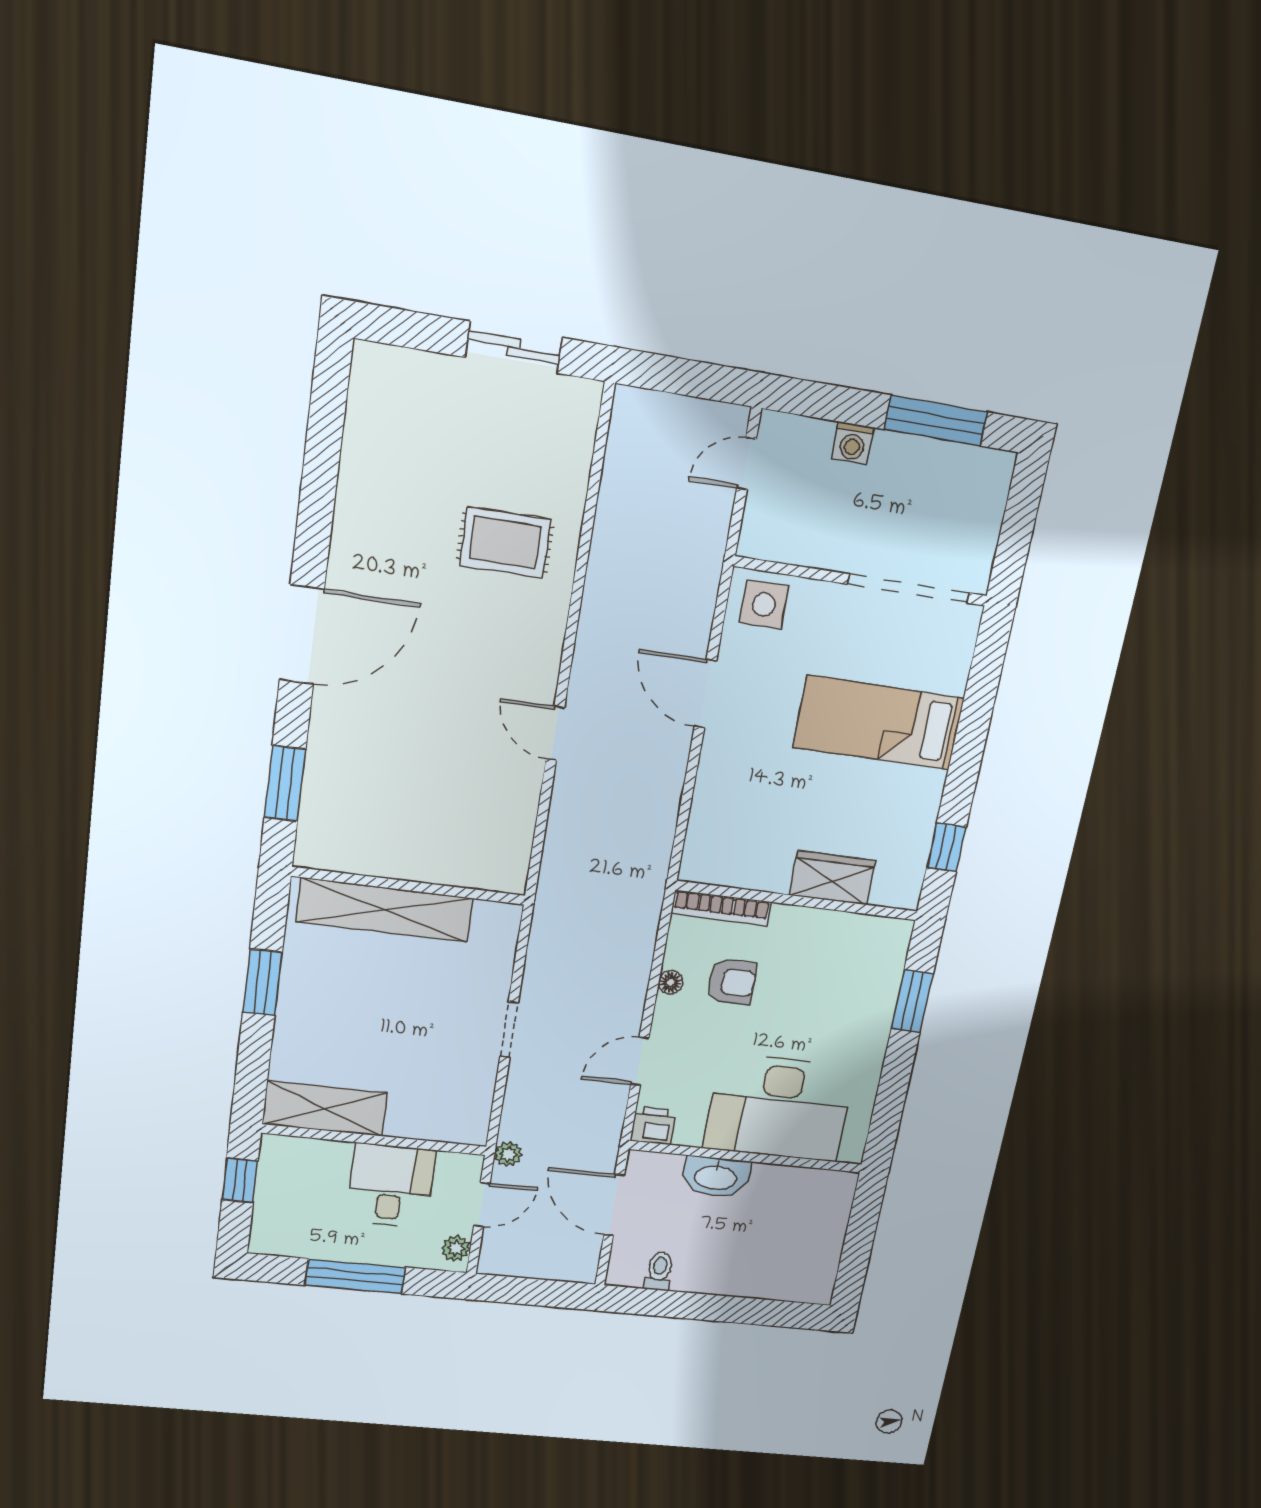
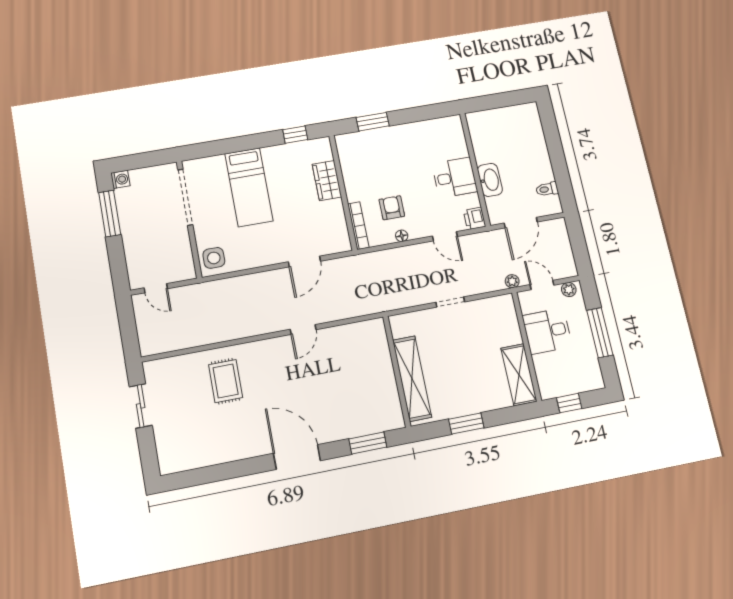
washing machine: (853, 443) -> (120, 179), moved
door: (705, 694) -> (304, 261), moved
desk: (779, 1108) -> (455, 178), width x0.53, depth x0.77

